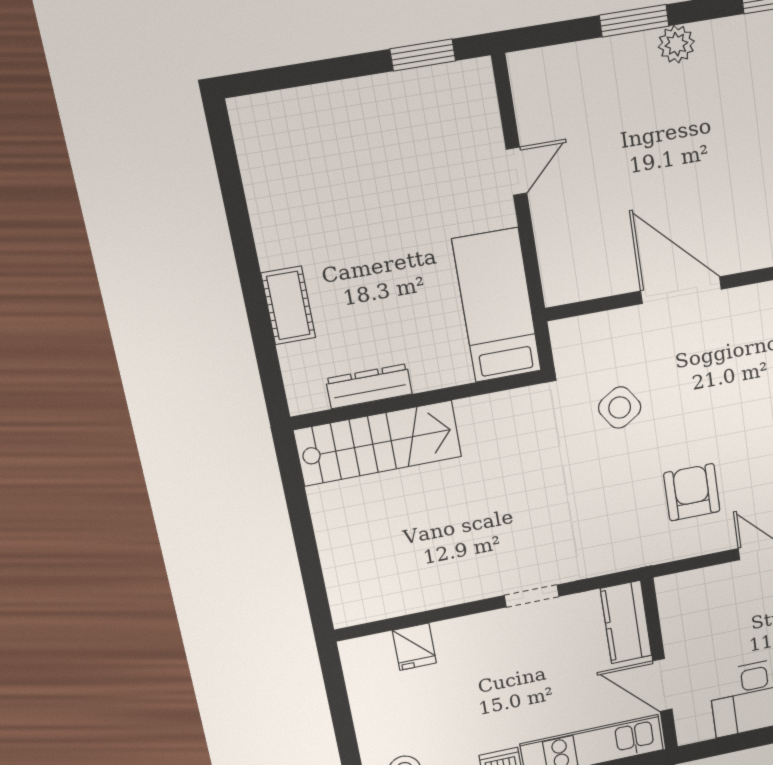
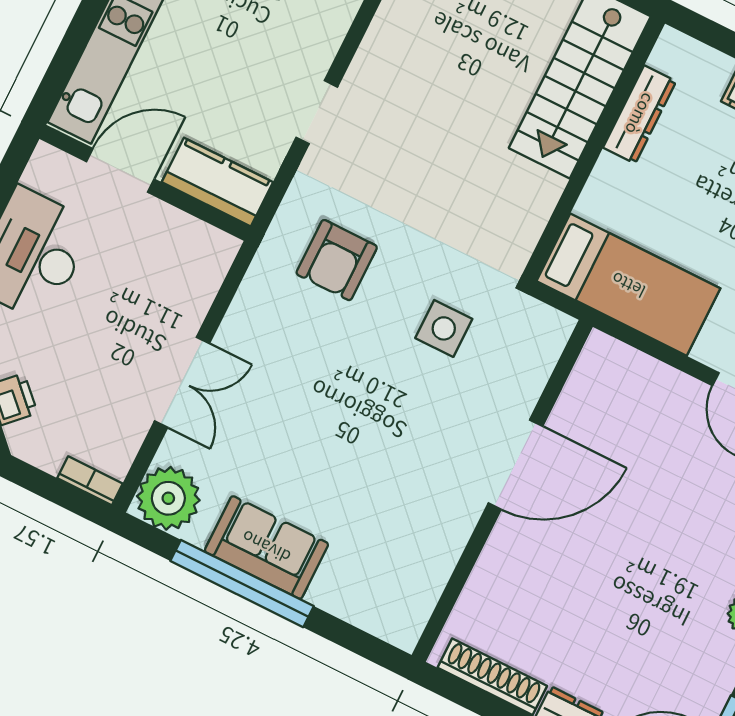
side table: (620, 407) -> (444, 328), turned 33
armchair: (692, 492) -> (337, 260), moved, turned 90

